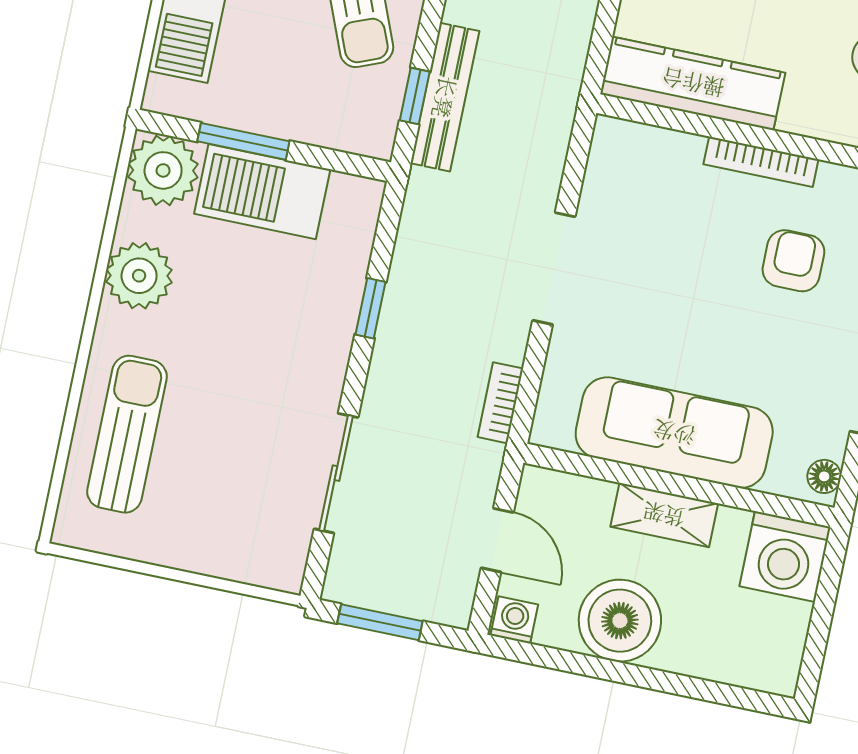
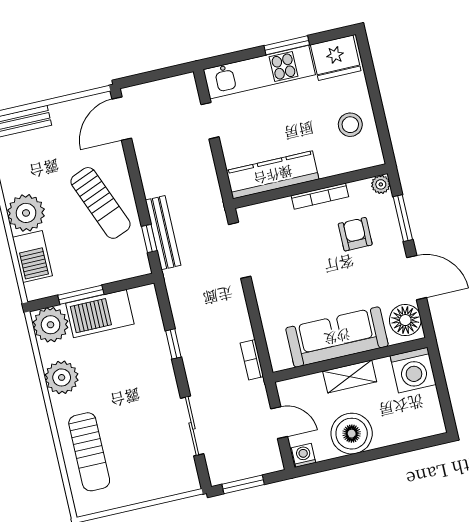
doorway: (554, 269) -> (240, 250), moved
sun lounger: (127, 434) -> (89, 452), turned 180
floor lamp: (824, 476) -> (405, 320), width x1.89, depth x1.89

